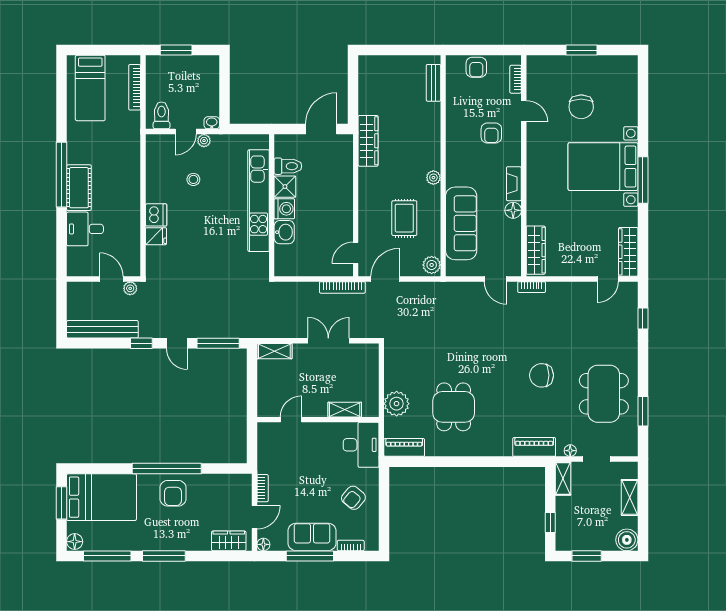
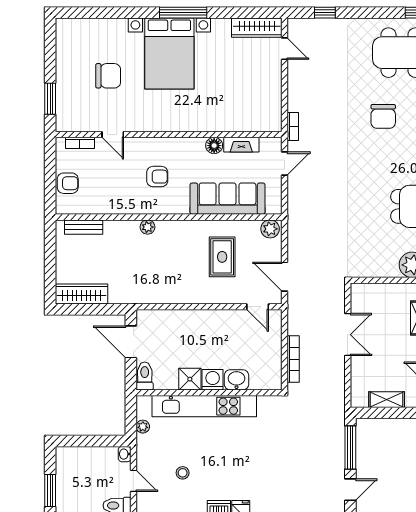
window: (582, 50) -> (50, 99), moved
door: (524, 111) -> (113, 135), swing flipped
armchair: (491, 133) -> (157, 177), moved
plant: (204, 141) -> (143, 427), moved
wardrobe: (368, 141) -> (81, 294), moved
toilet: (288, 166) -> (145, 376), moved
plant: (433, 178) -> (148, 227), moved
fireplace: (514, 184) -> (241, 145), moved
rug: (404, 218) -> (222, 257), turned 90
wardrobe: (536, 250) -> (255, 122), removed
bookcase: (342, 287) -> (293, 359), moved
double door: (328, 341) -> (348, 335), swing flipped
shelving: (274, 351) -> (387, 400), moved, turned 90

